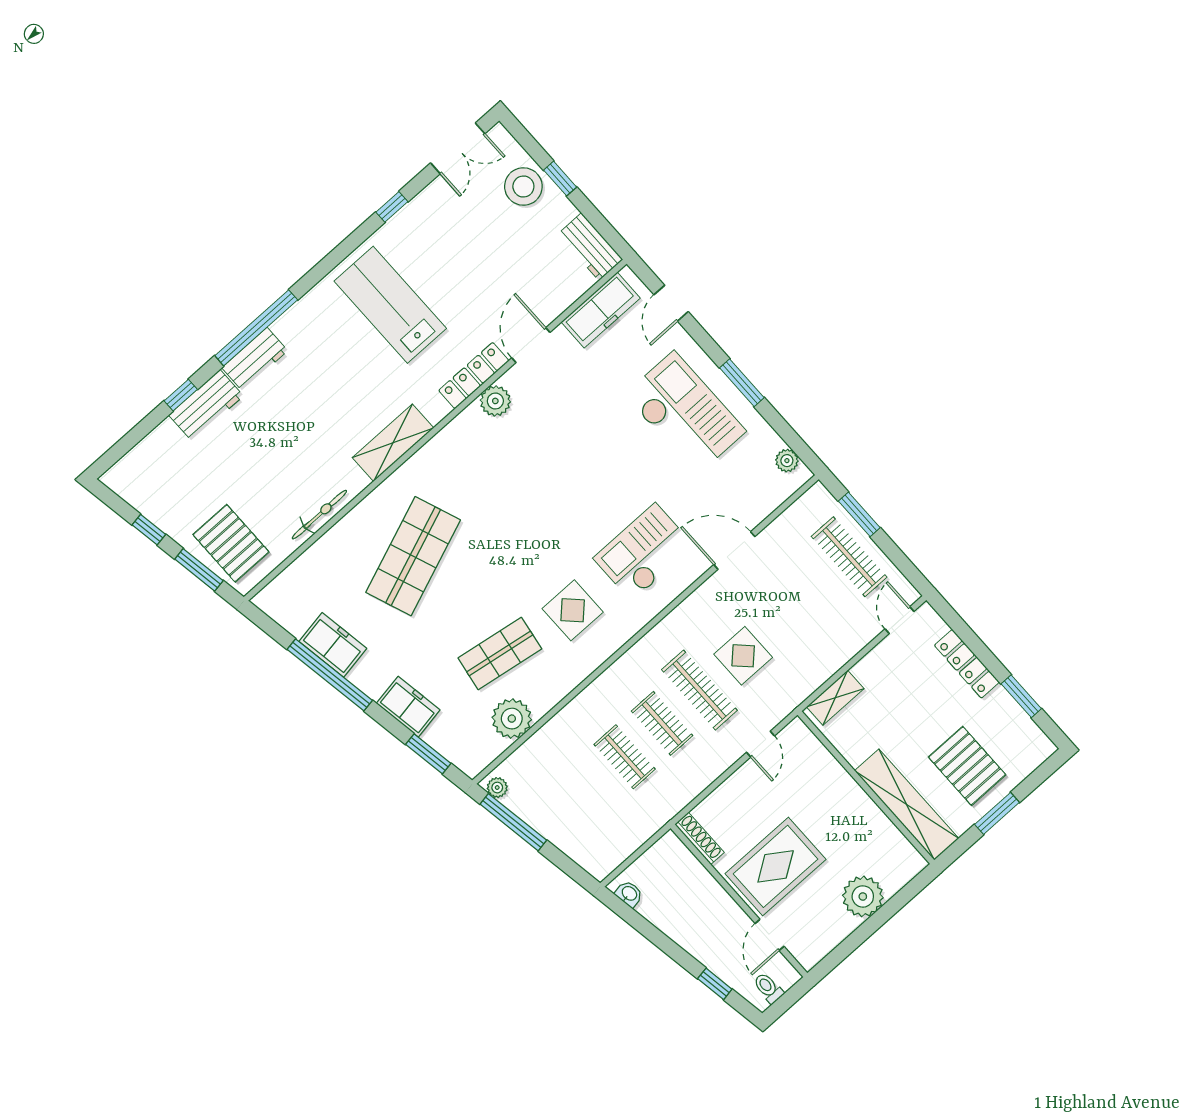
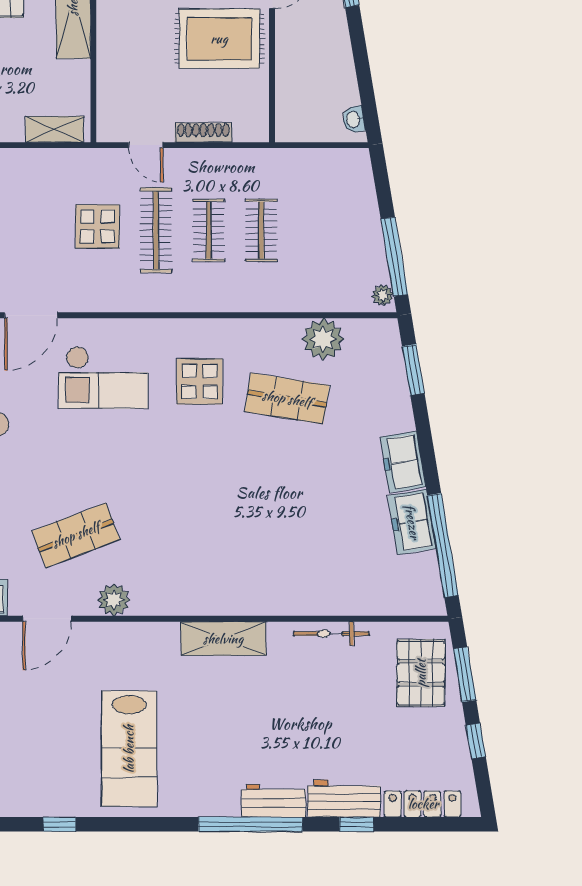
locker: (474, 376) -> (423, 804), moved, turned 180
door: (734, 551) -> (31, 315), hinge flipped
shop shelf: (413, 556) -> (76, 535), moved, width x0.70, depth x0.74
window: (330, 675) -> (443, 545), moved
freezer: (408, 707) -> (403, 462), moved
door: (760, 744) -> (146, 145), swing flipped
shoe rack: (699, 838) -> (203, 133), moved, turned 90

